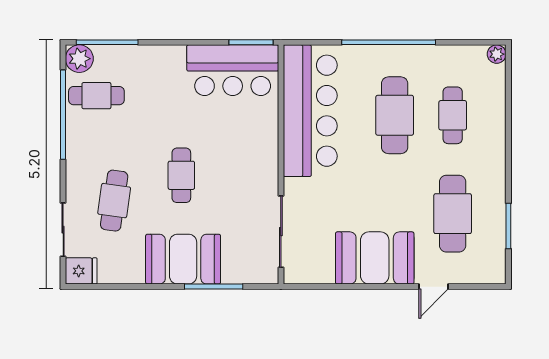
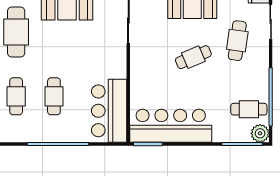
bar counter: (233, 70) -> (171, 126), width x1.36
bar counter: (310, 111) -> (109, 111), width x0.73
cafe table: (395, 115) -> (54, 96), width x0.73, depth x0.74
cafe table: (181, 175) -> (193, 57), turned 67

